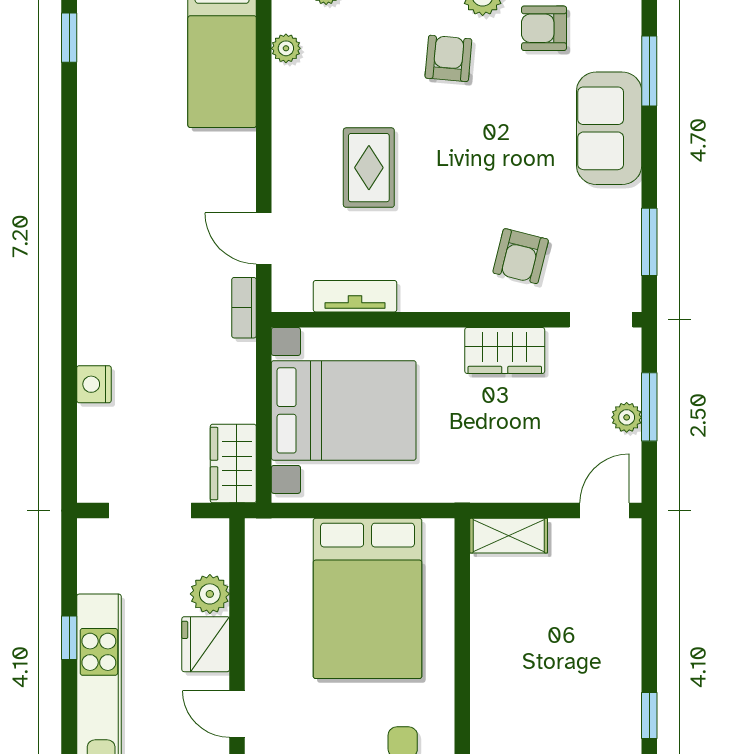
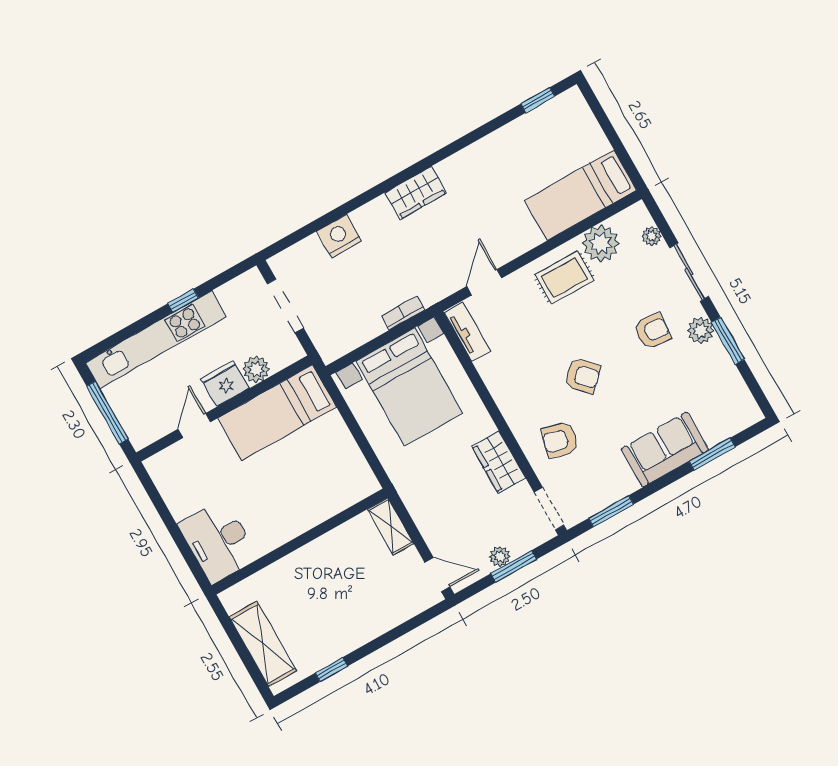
armchair: (544, 28) -> (583, 376), moved, turned 136
plant: (286, 48) -> (601, 243), width x1.88, depth x1.88
rug: (369, 168) -> (564, 278), moved
tv unit: (355, 296) -> (467, 332), moved
bookcase: (244, 308) -> (403, 313), moved
nightstand: (94, 384) -> (339, 236), width x1.36, depth x1.33
wardrobe: (233, 463) -> (416, 193), moved, turned 180
bed: (368, 598) -> (277, 413), moved, width x0.67

